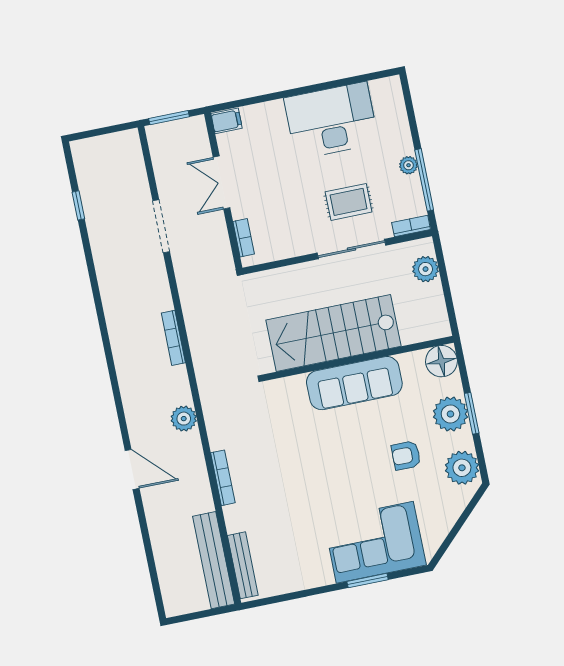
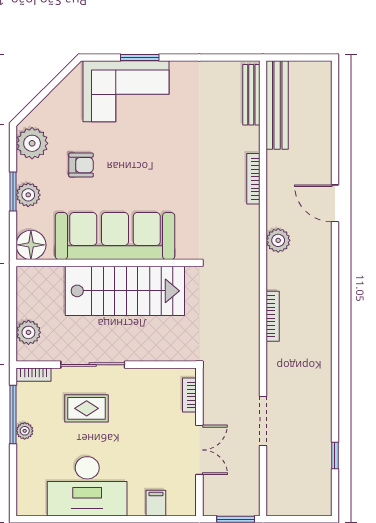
filing cabinet: (227, 121) -> (156, 503), moved, turned 90
sofa: (354, 383) -> (115, 236), width x1.36, depth x1.27
plant: (450, 414) -> (28, 195), width x0.73, depth x0.73

